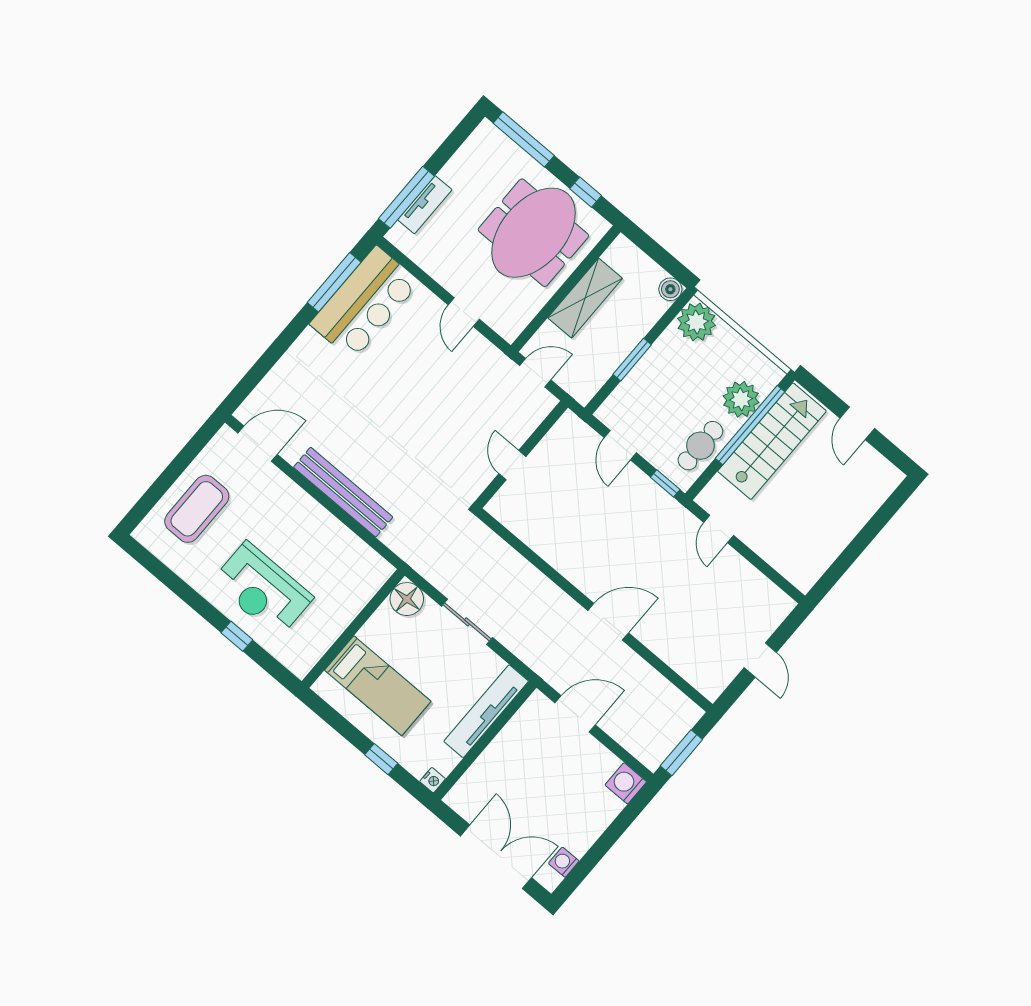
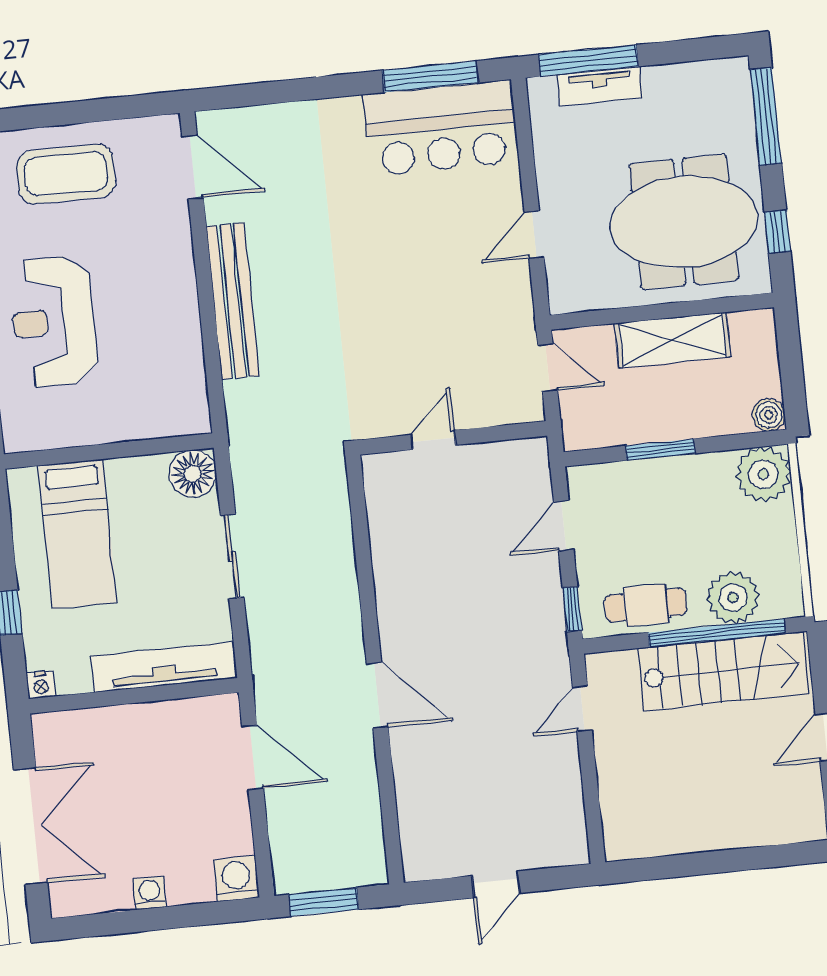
washing machine: (564, 862) -> (150, 893), moved

